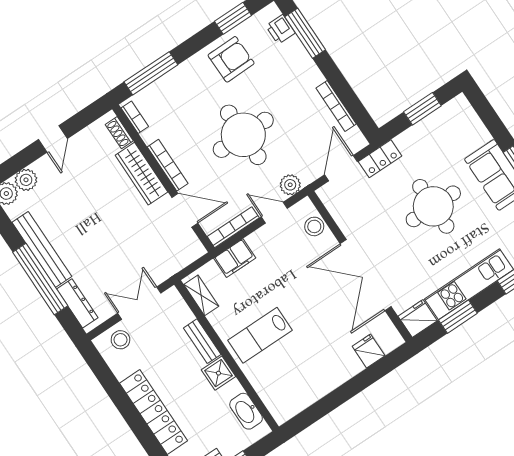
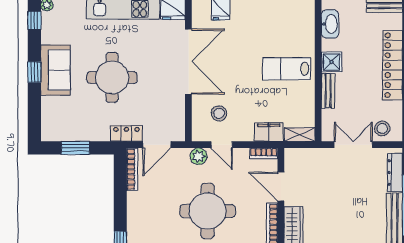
bookcase: (336, 106) -> (132, 169), moved
stool: (314, 226) -> (219, 113), moved
bookcase: (233, 227) -> (264, 153), width x0.64
shelving: (201, 295) -> (300, 135), moved, turned 90
double door: (139, 303) -> (353, 145), swing flipped
lab bench: (260, 335) -> (286, 69), turned 180

